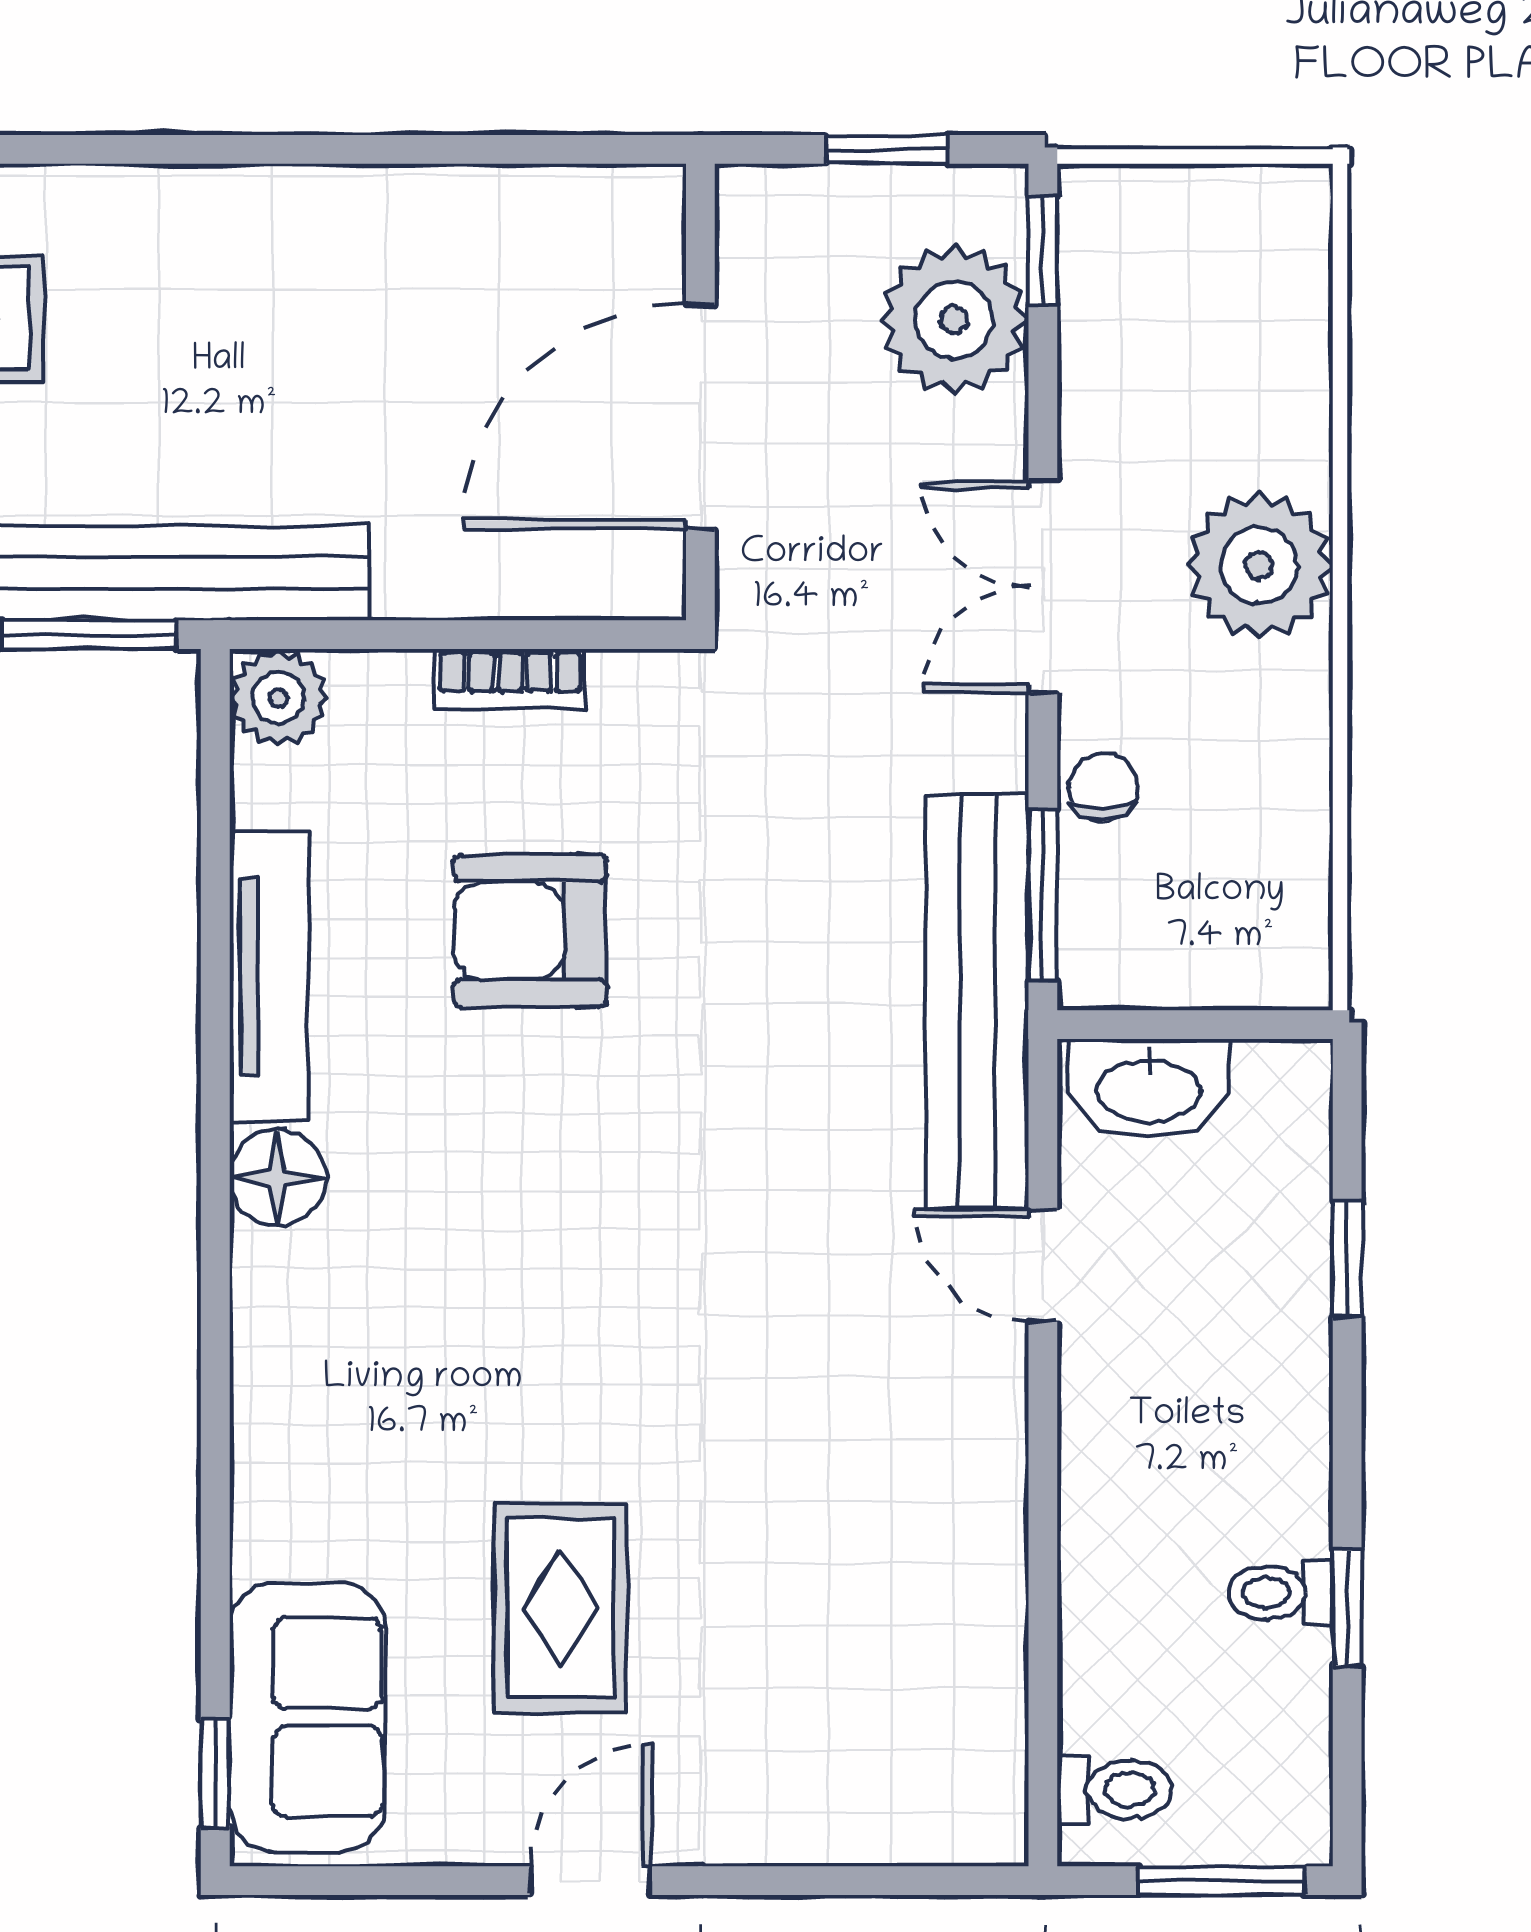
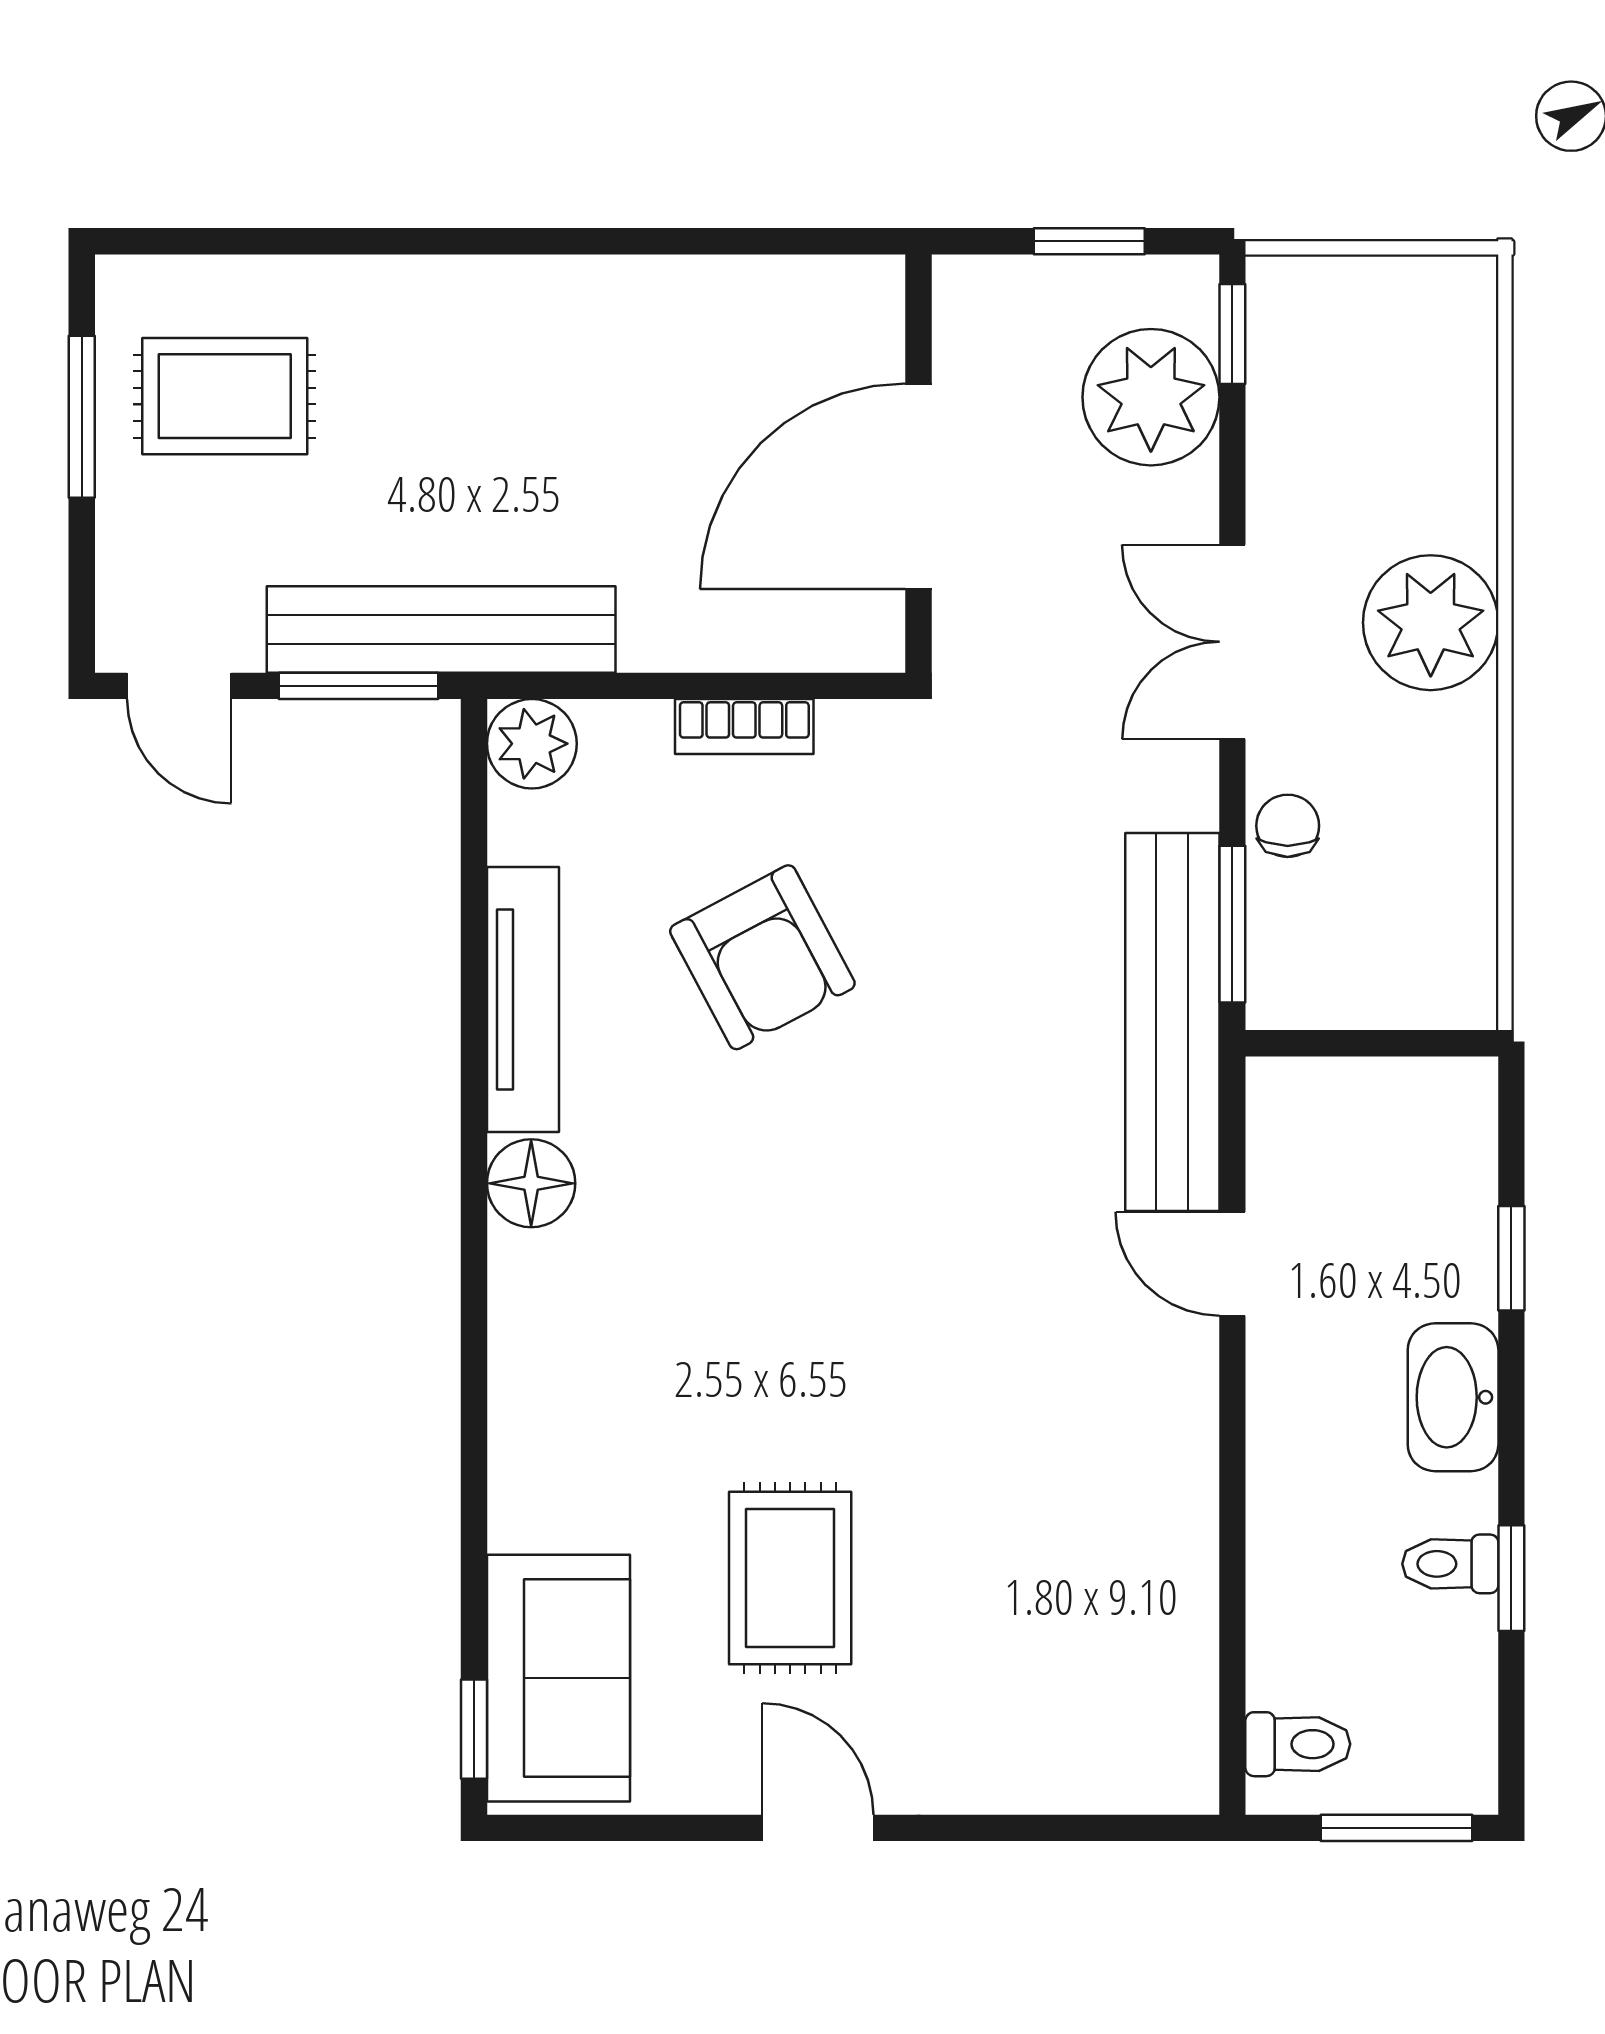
armchair: (530, 931) -> (762, 957), turned -118
washbasin: (1149, 1088) -> (1453, 1397), moved, turned 90
door: (590, 1881) -> (818, 1828), hinge flipped

